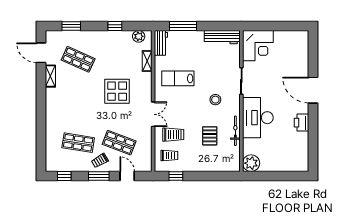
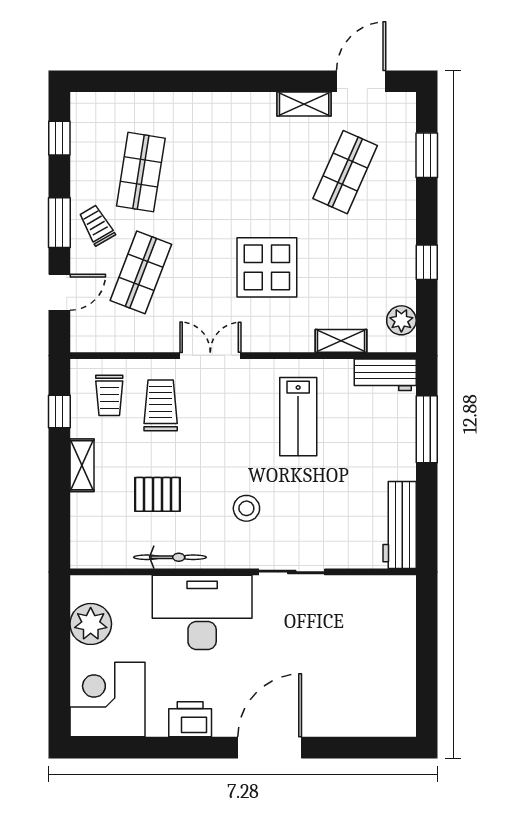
corner desk: (258, 46) -> (107, 699), moved, turned 90
lab bench: (178, 78) -> (298, 417), turned 180
double door: (153, 114) -> (210, 356), swing flipped
trolley: (173, 135) -> (161, 405), turned 180
plant: (251, 163) -> (91, 624), moved
shelving: (198, 167) -> (82, 465), added

